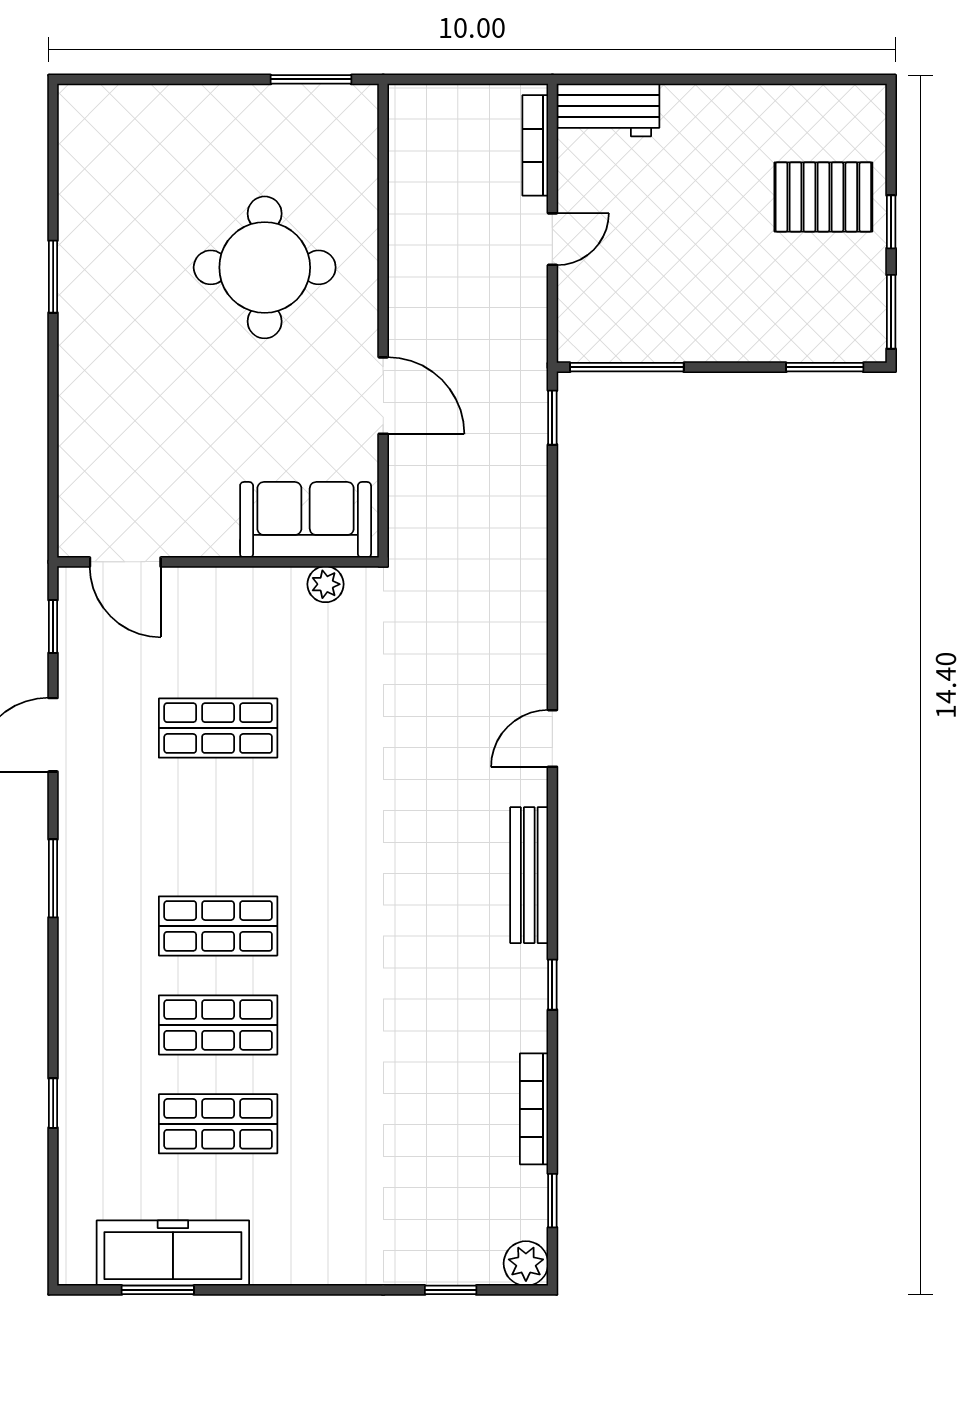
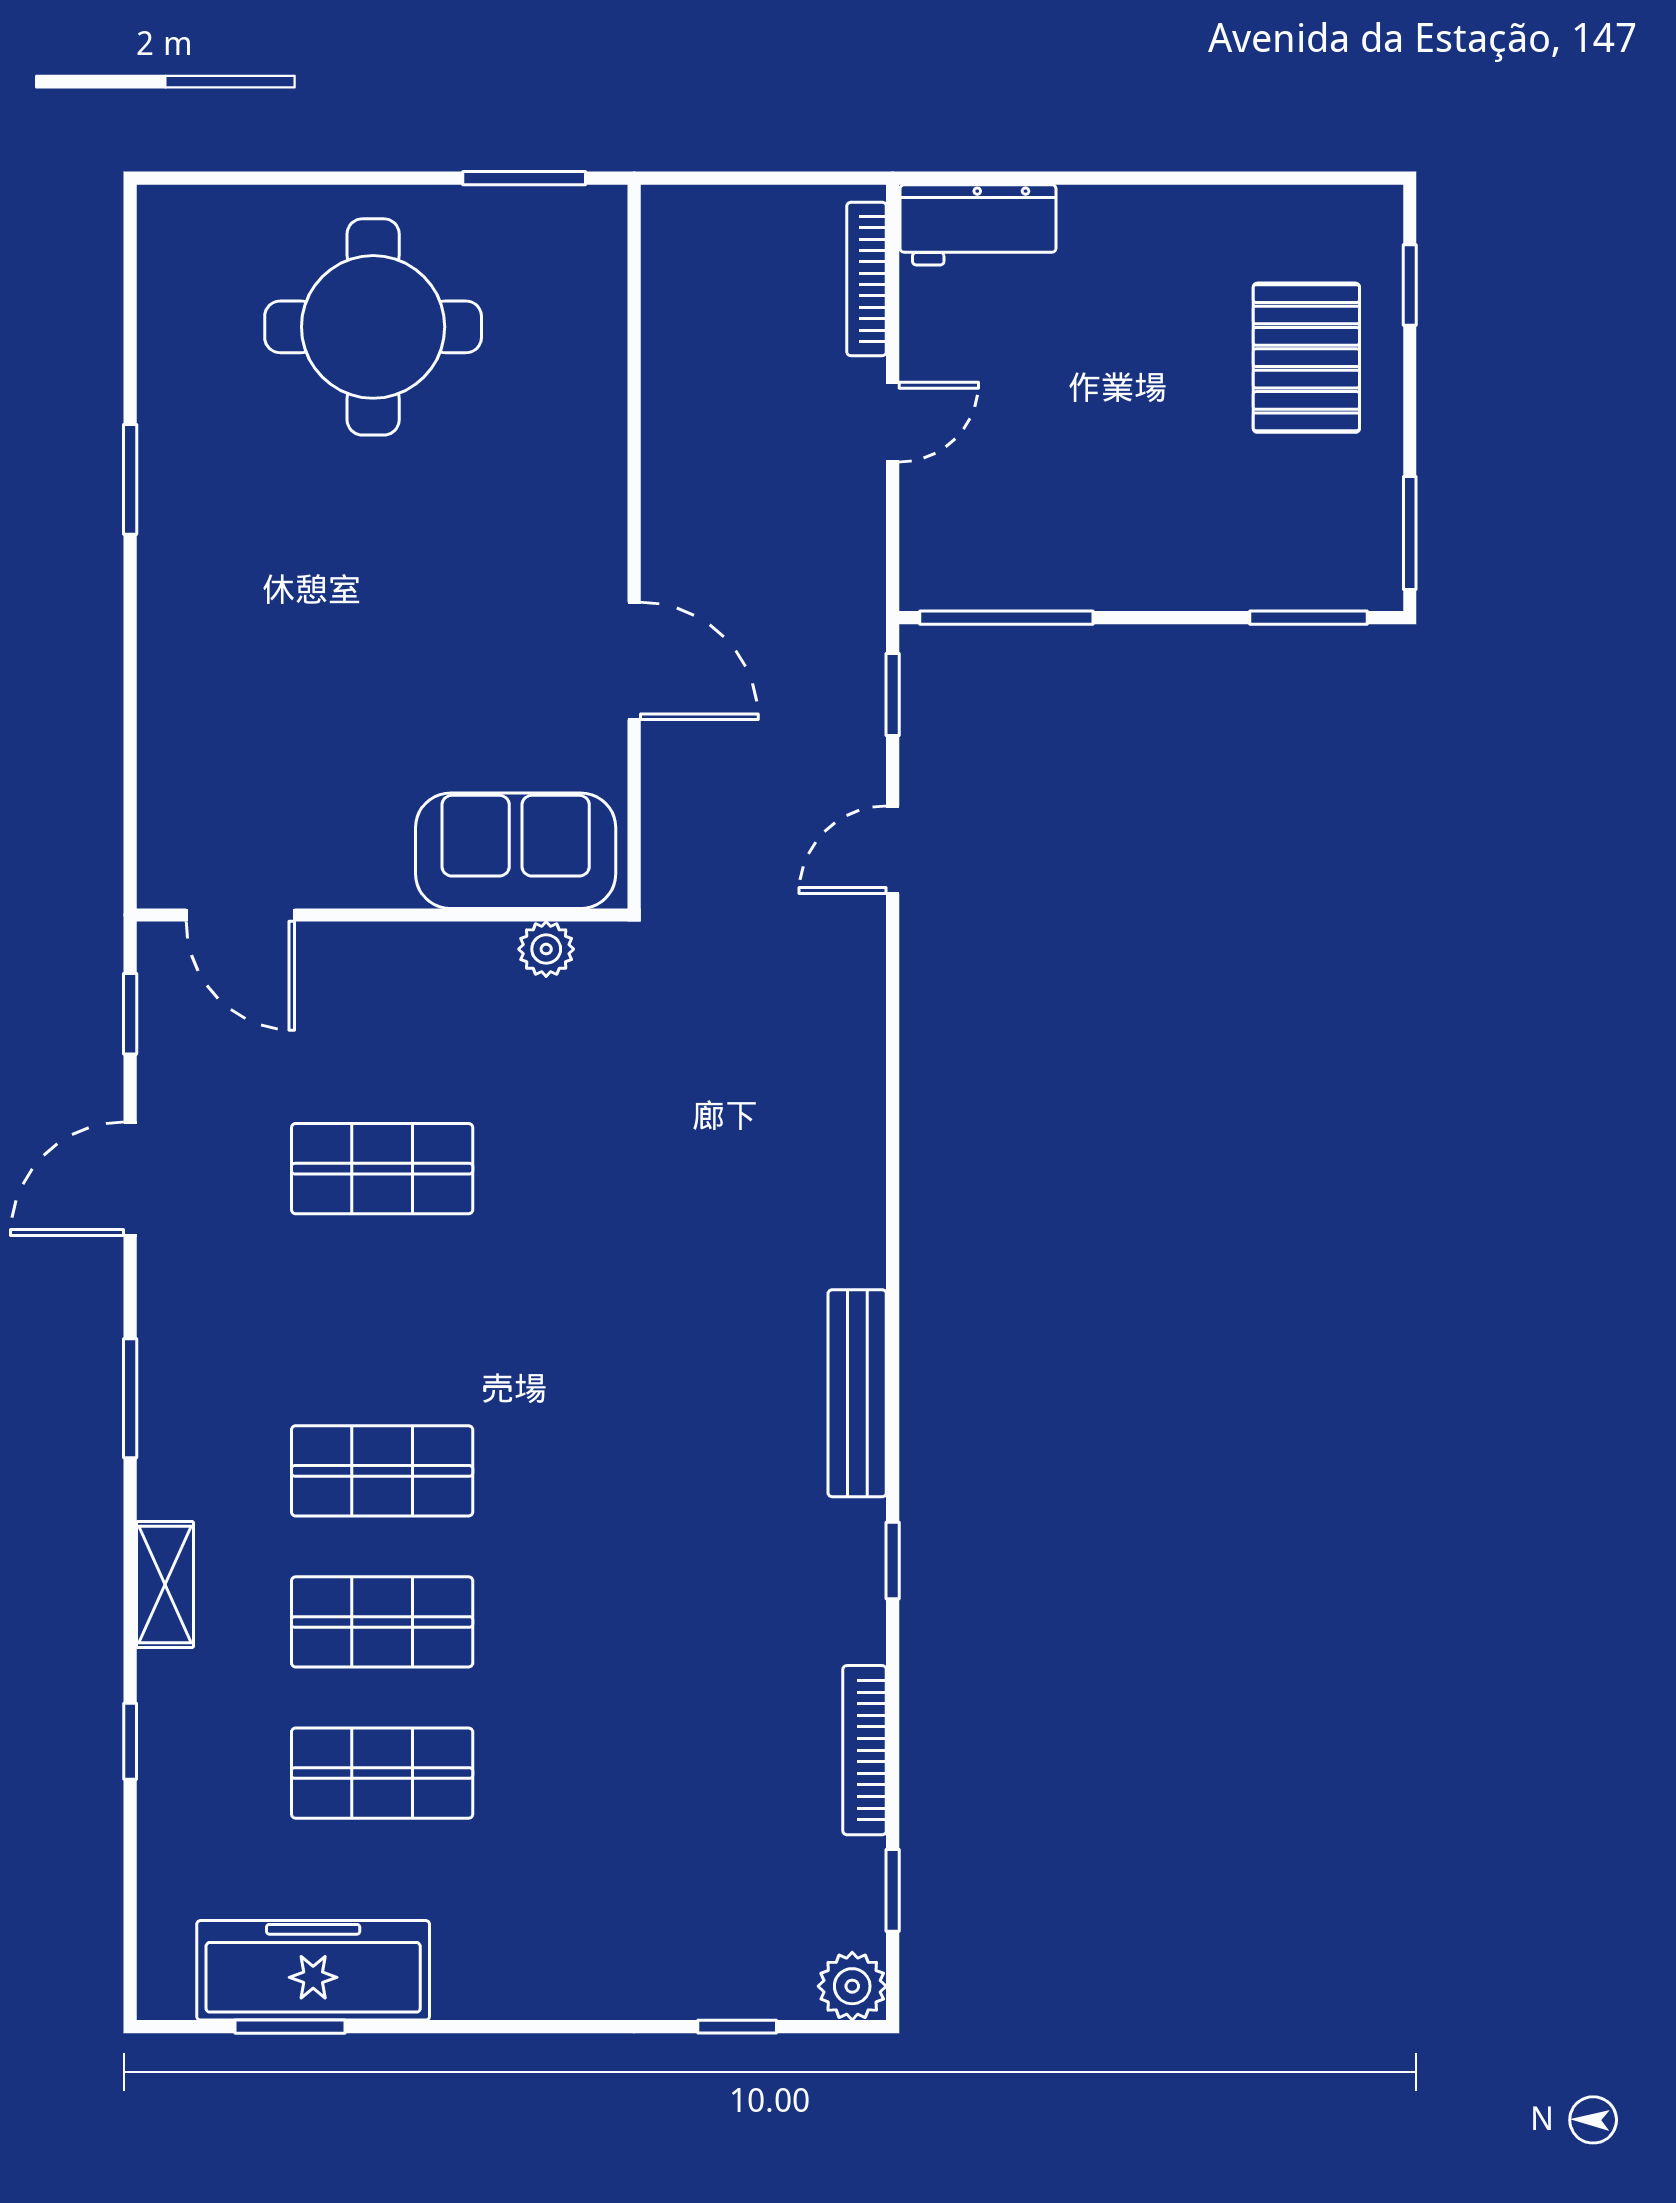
pallet: (823, 197) -> (1306, 358), turned 90
window: (891, 222) -> (1410, 285), moved
round table: (265, 267) -> (373, 327), moved
door: (552, 738) -> (893, 850), moved
shelving: (76, 1000) -> (165, 1585), added

